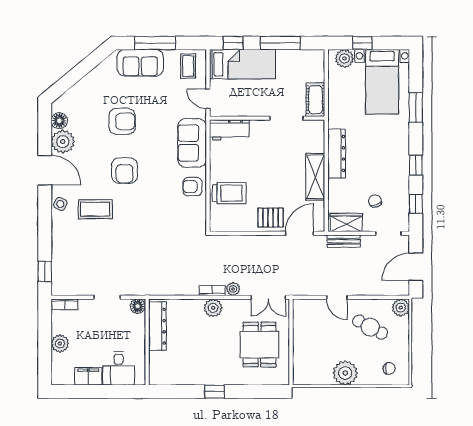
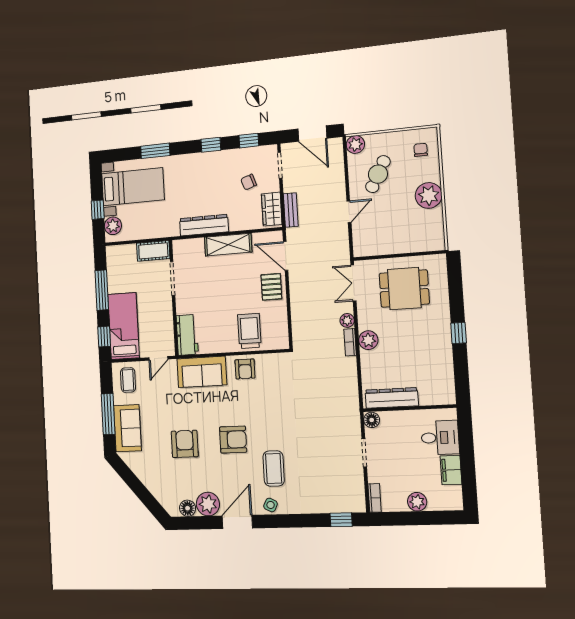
coffee table: (188, 66) -> (128, 380), turned 90
double door: (268, 297) -> (353, 283), swing flipped

